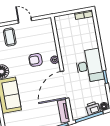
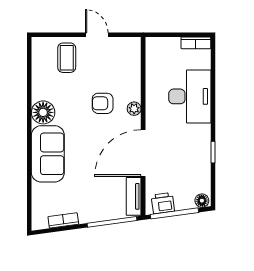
desk: (89, 66) -> (190, 96), moved
printer: (93, 108) -> (163, 203), moved

